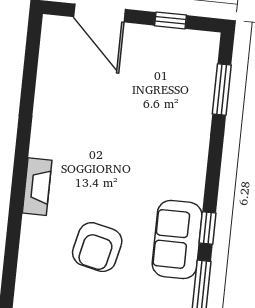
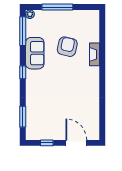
fireplace: (37, 187) -> (95, 54), moved
window: (208, 228) -> (23, 72), moved

